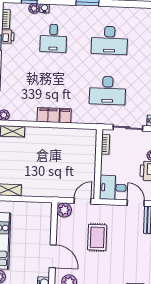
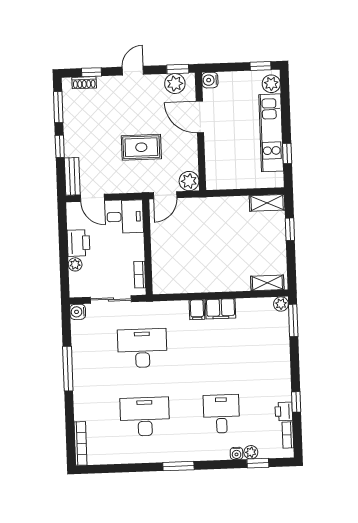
rug: (97, 237) -> (141, 147), turned 90

